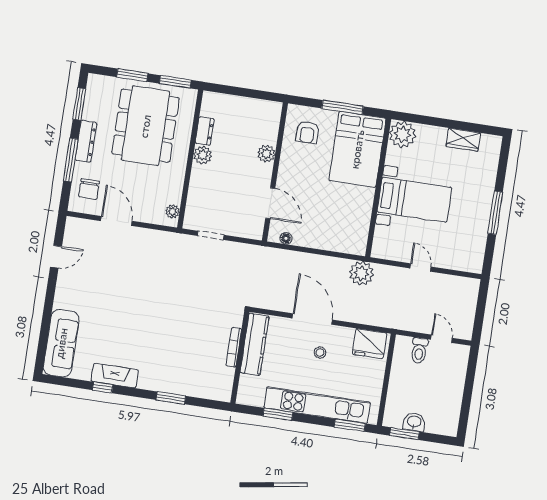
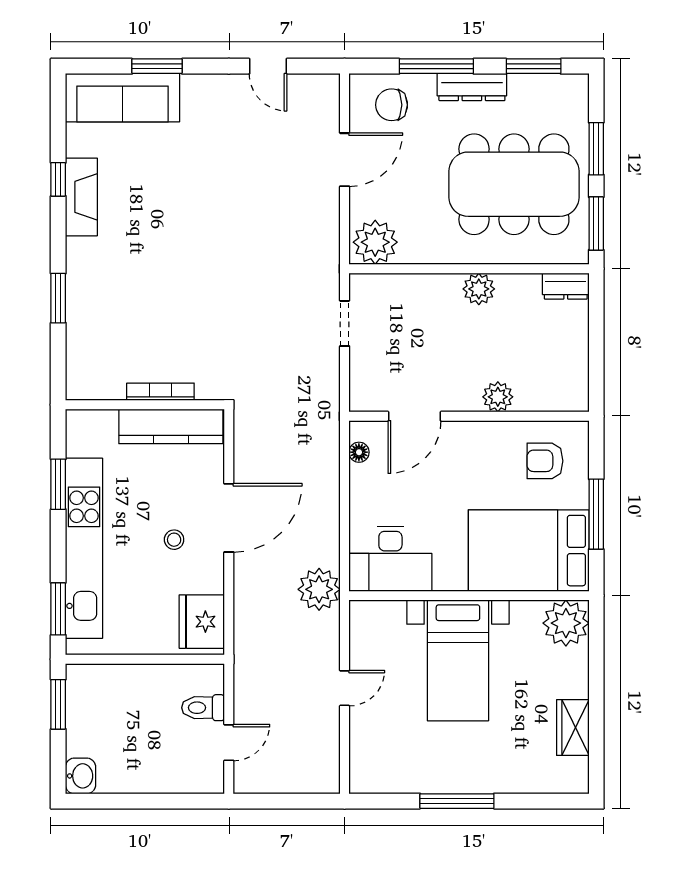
dresser: (205, 131) -> (566, 286), moved
plant: (173, 211) -> (375, 242), width x1.88, depth x1.88
desk: (350, 230) -> (390, 559), added
window: (46, 321) -> (157, 66), added
washbasin: (414, 422) -> (81, 776), moved

